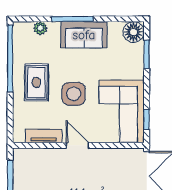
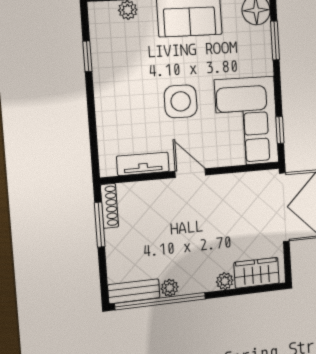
window: (10, 59) -> (87, 56), width x0.32
rug: (36, 82) -> (128, 88), removed
shoe rack: (18, 163) -> (109, 206), added

